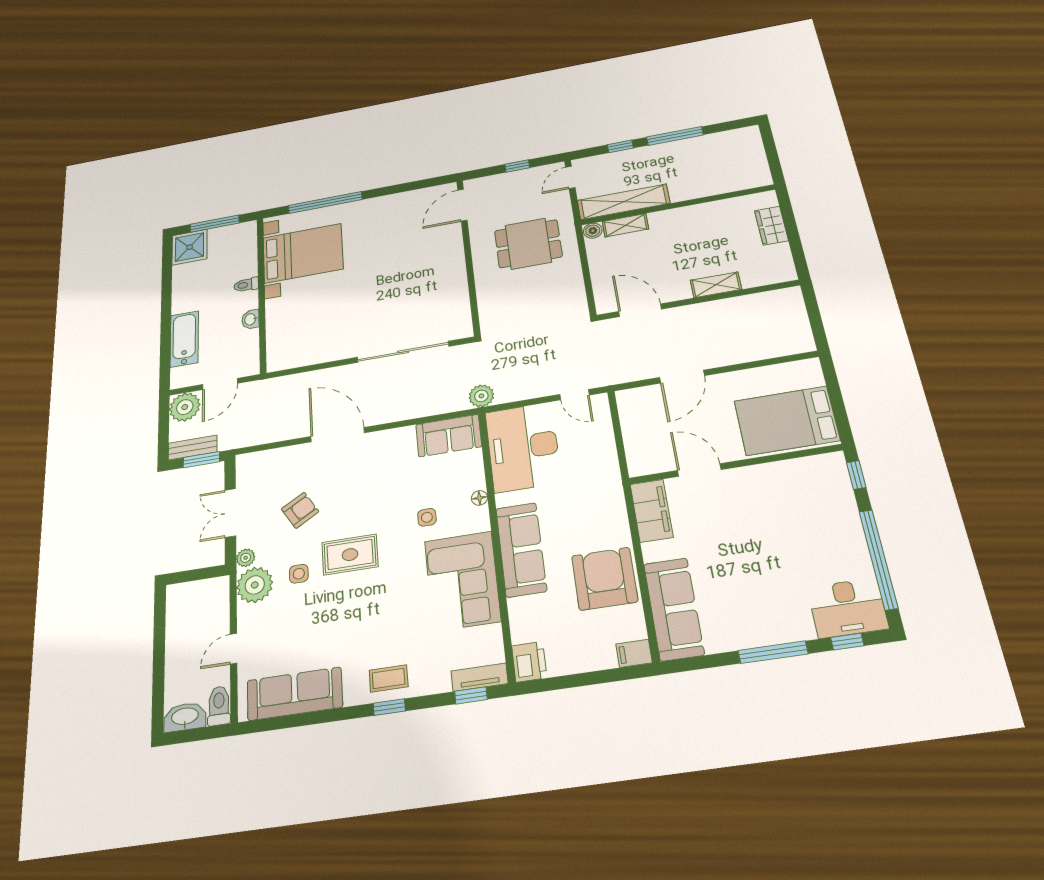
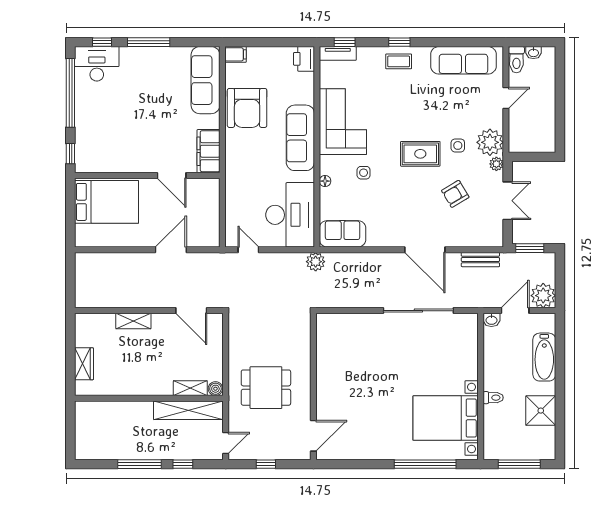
shower: (190, 247) -> (541, 411), moved
washbasin: (251, 319) -> (491, 320), moved, turned 90
sliding door: (403, 352) -> (418, 311), moved
bench: (193, 448) -> (480, 260), moved
washbasin: (185, 717) -> (533, 53), width x0.52, depth x0.69

